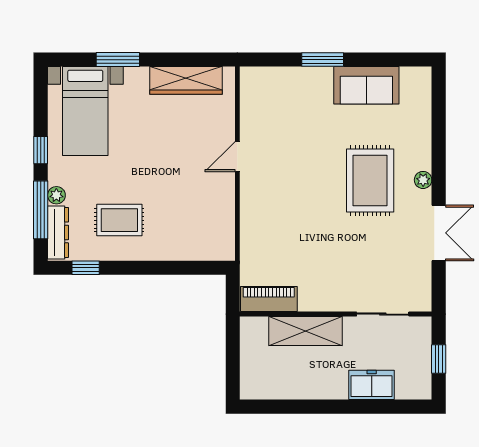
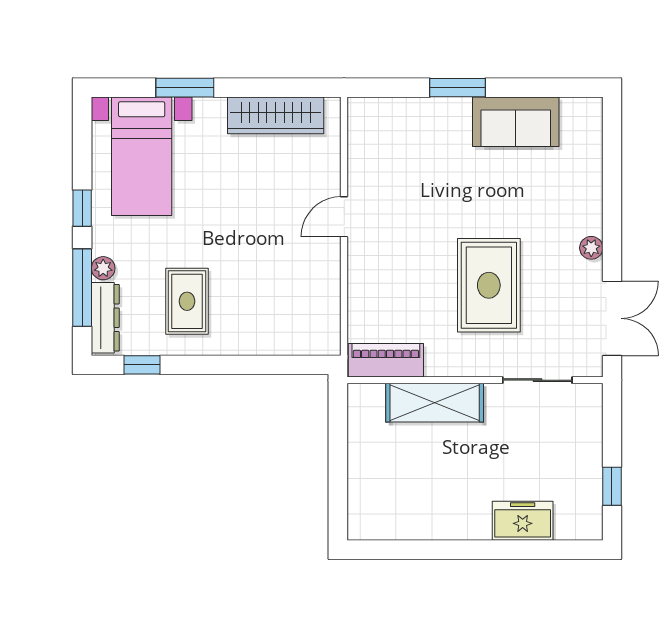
rug: (370, 180) -> (489, 285), moved
rug: (119, 220) -> (187, 301), turned 90
piano: (269, 299) -> (386, 360), moved
wall: (336, 314) -> (475, 380), moved
sliding door: (383, 314) -> (537, 380), moved
shelving: (305, 331) -> (435, 403), moved

